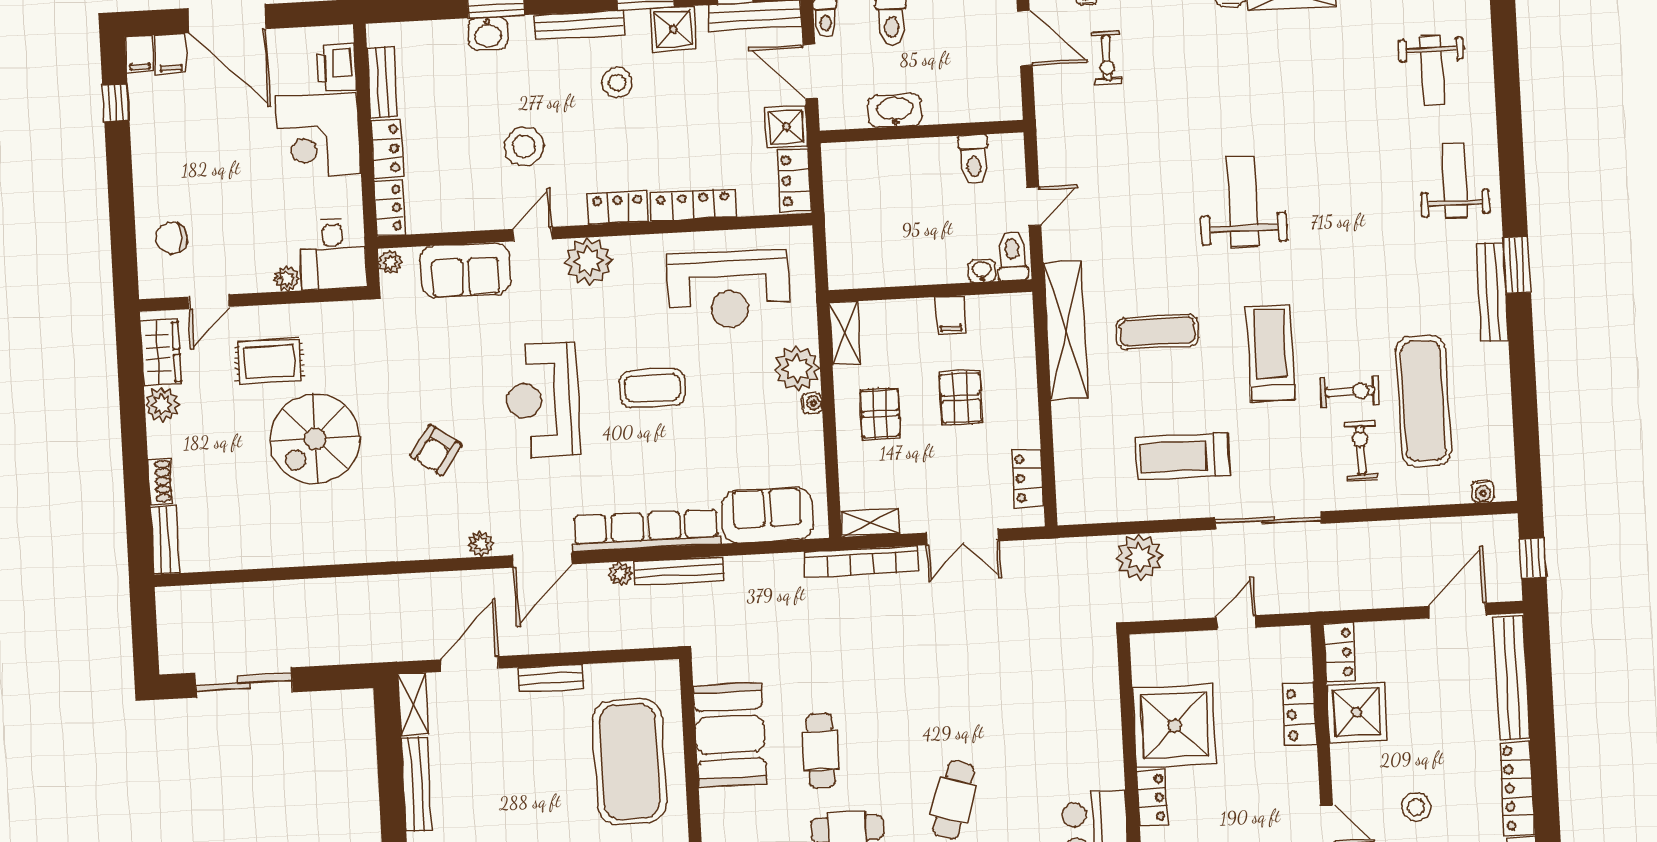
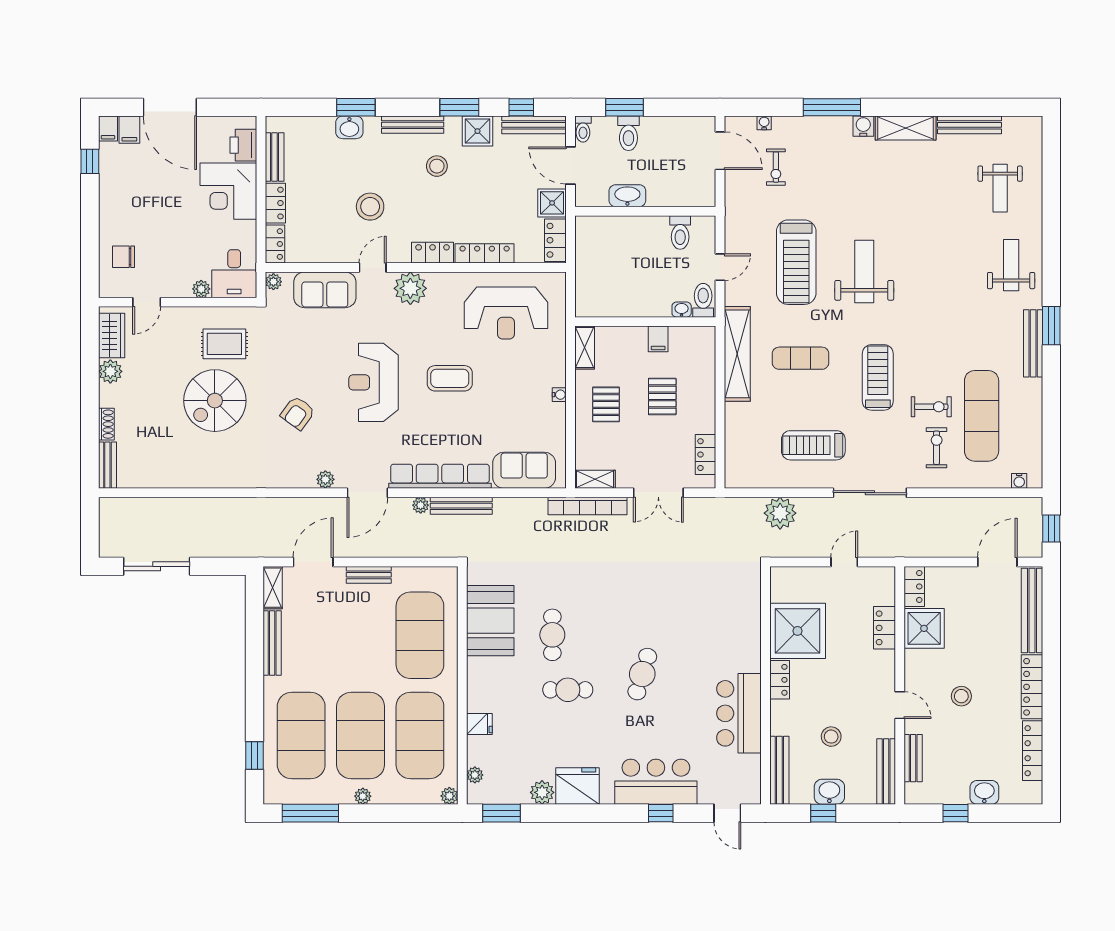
treadmill: (1144, 193) -> (796, 262), added
rug: (270, 362) -> (224, 344), moved
plant: (797, 368) -> (550, 370), removed

